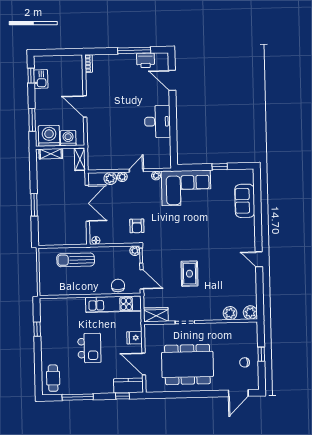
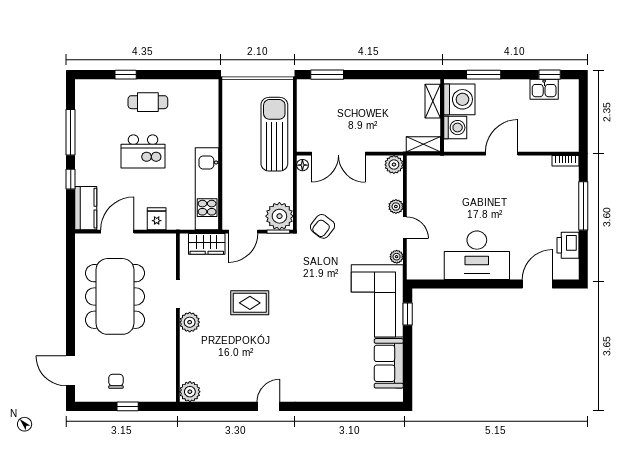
window: (134, 50) -> (583, 206), moved
desk: (157, 121) -> (477, 255), width x1.36, depth x1.30
window: (220, 167) -> (408, 314), moved
plant: (110, 178) -> (394, 165), moved
sofa: (245, 201) -> (389, 363), moved, turned -90
double door: (87, 203) -> (338, 154), moved
window: (34, 205) -> (327, 75), moved
armchair: (137, 226) -> (323, 226), turned -52
plant: (135, 251) -> (279, 216), width x1.88, depth x1.88
sun lounger: (76, 260) -> (274, 134), width x1.36, depth x1.34
chair: (118, 286) -> (235, 196), removed
plant: (230, 313) -> (190, 322), moved
wardrobe: (156, 315) -> (207, 244), moved, turned 90
window: (37, 329) -> (126, 75), moved
cafe table: (53, 378) -> (148, 102), moved
window: (123, 396) -> (71, 179), moved

